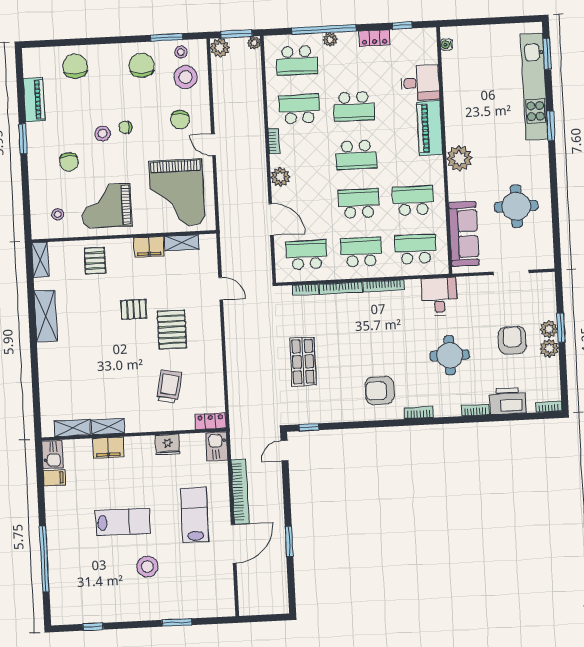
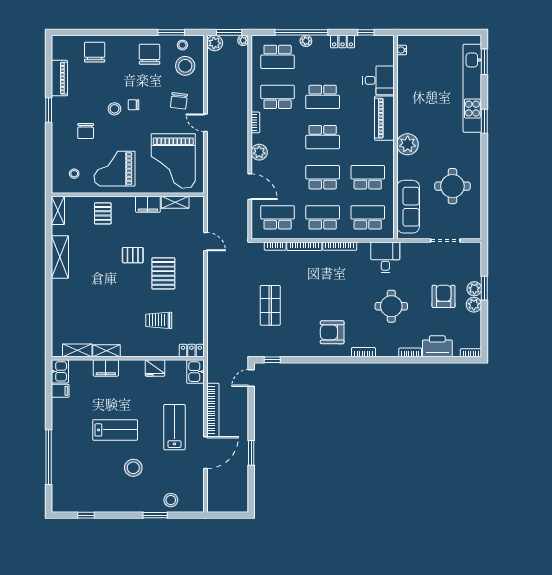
trolley: (169, 387) -> (159, 320), turned -103
stool: (195, 603) -> (171, 500), added

